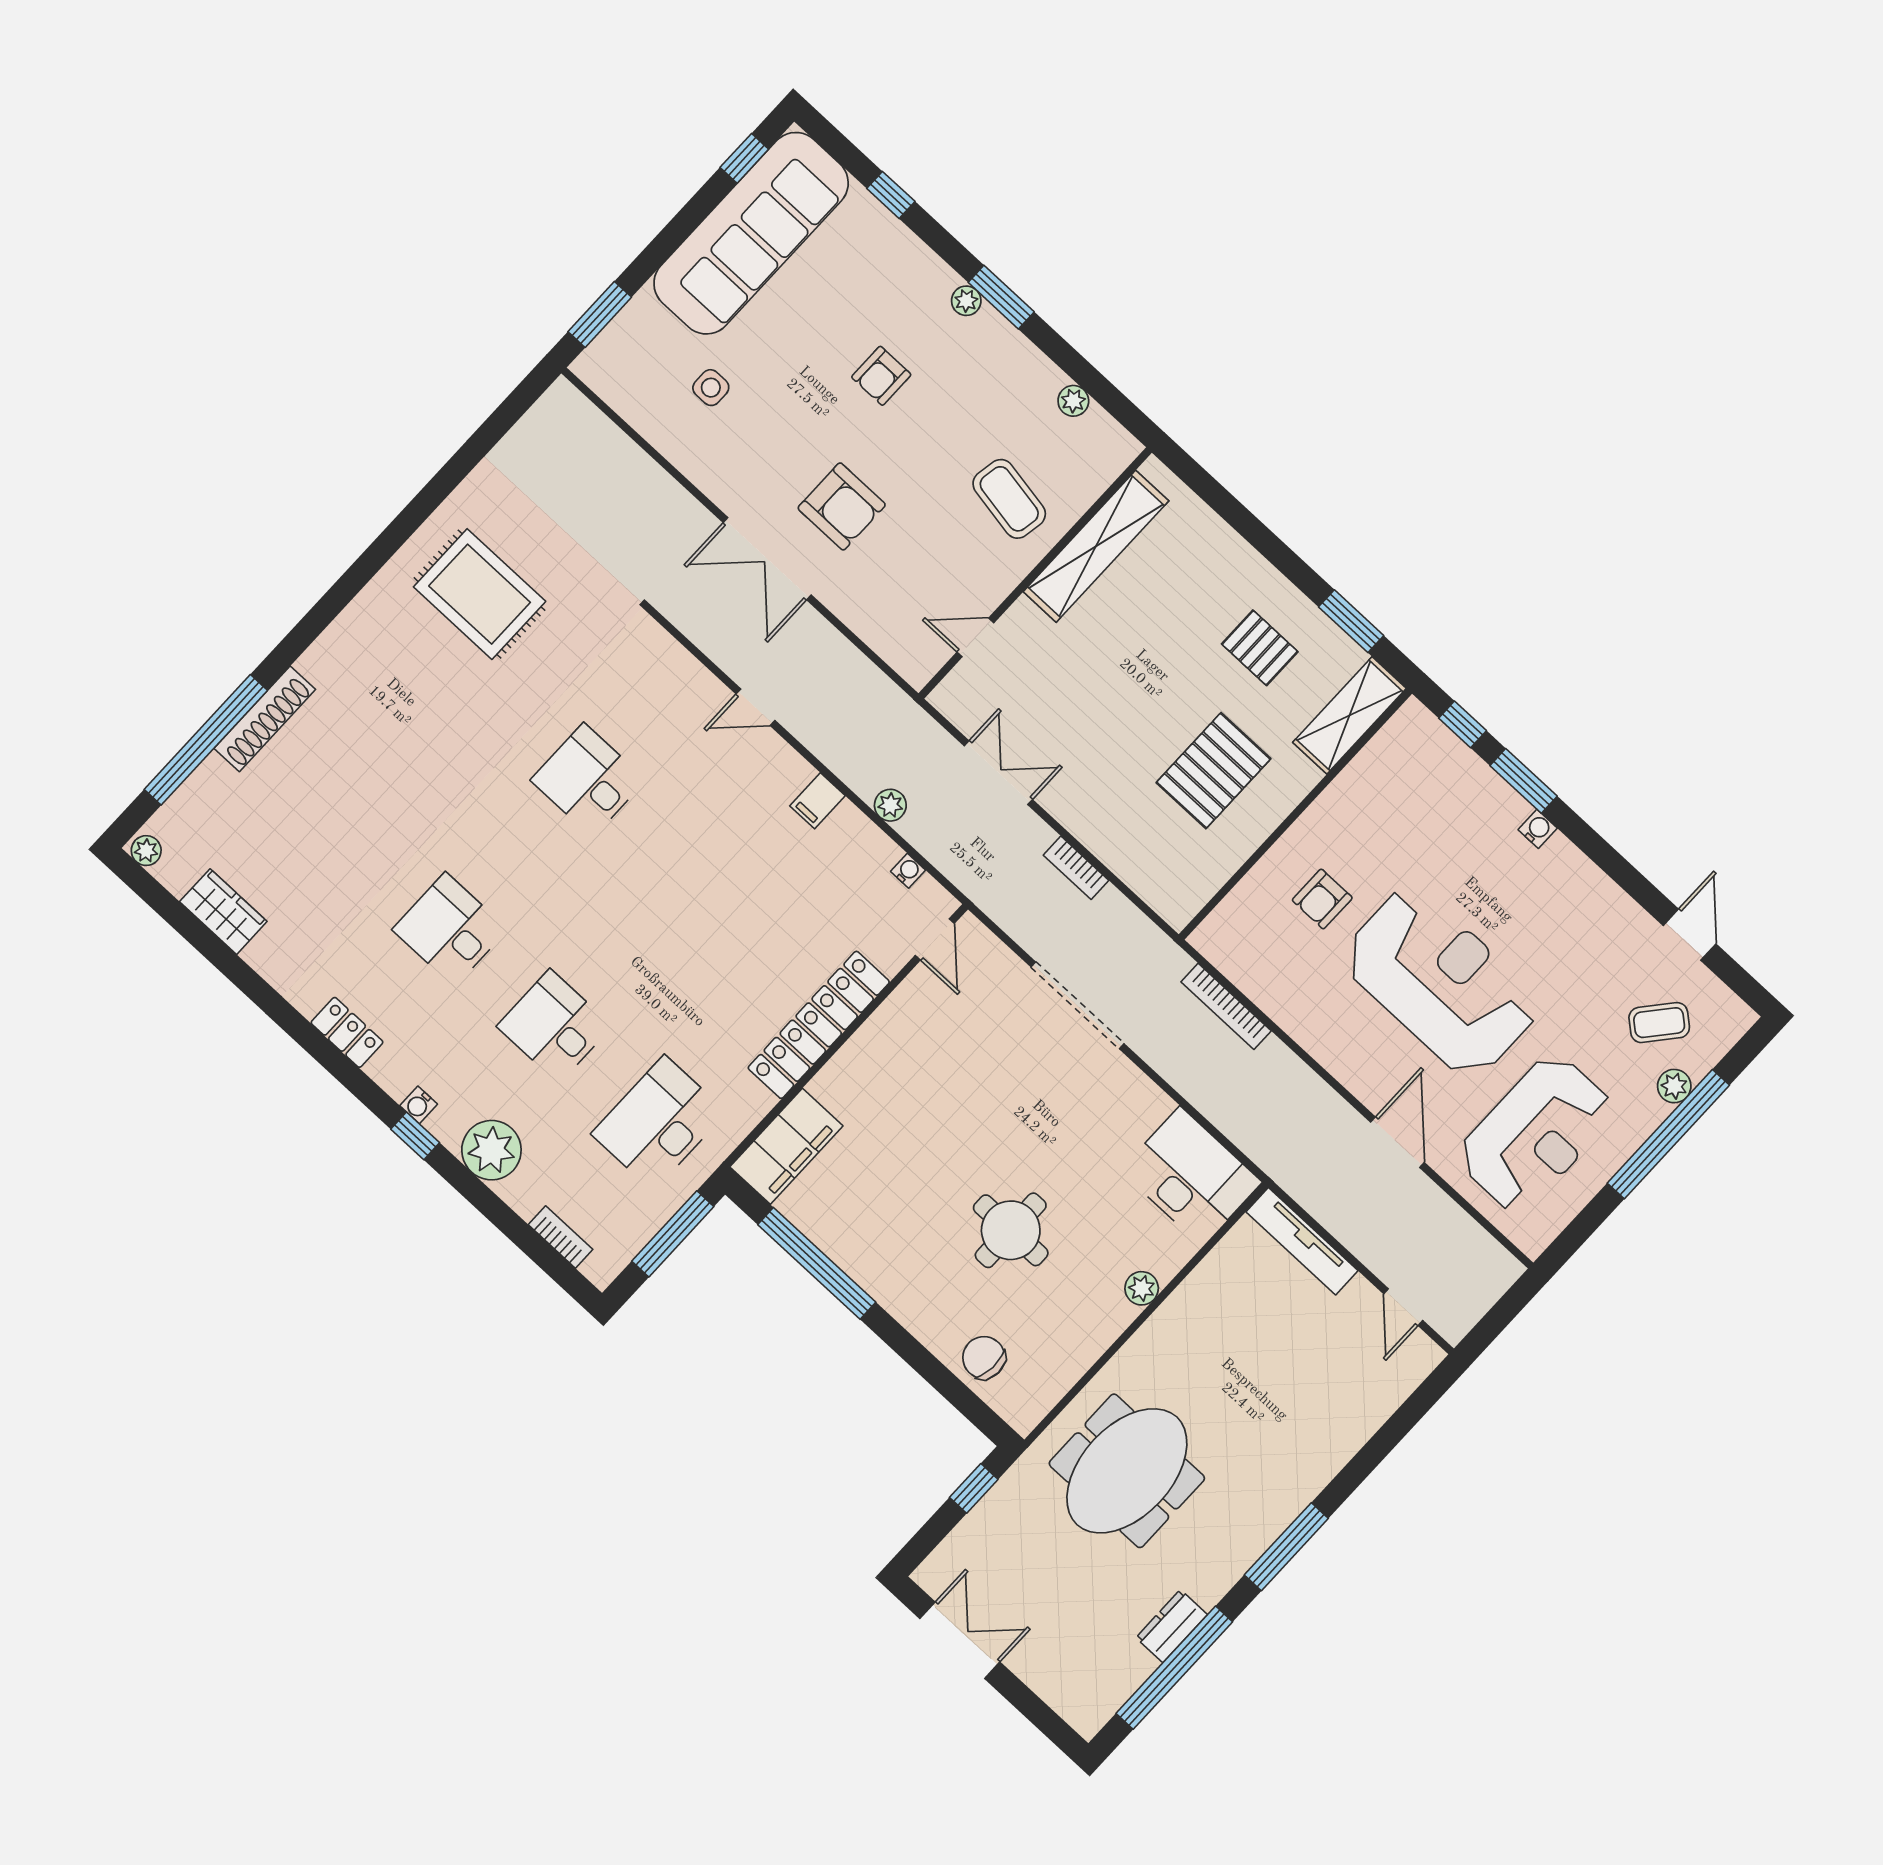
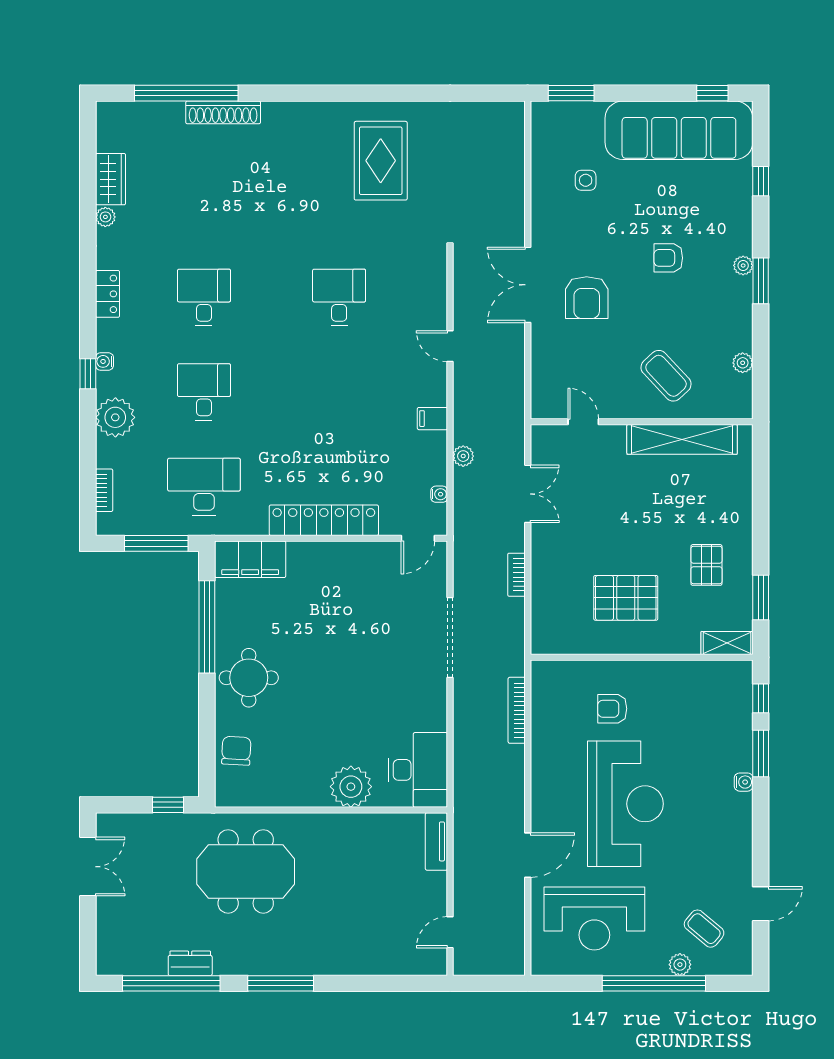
coffee table: (1009, 499) -> (666, 376), turned -53
shelving: (1349, 715) -> (727, 643), width x0.67, depth x0.75
plant: (146, 851) -> (105, 217), moved
round table: (1011, 1230) -> (249, 678), moved
tv unit: (1302, 1241) -> (436, 841), width x0.71
plant: (1142, 1288) -> (351, 787), width x1.87, depth x1.87

